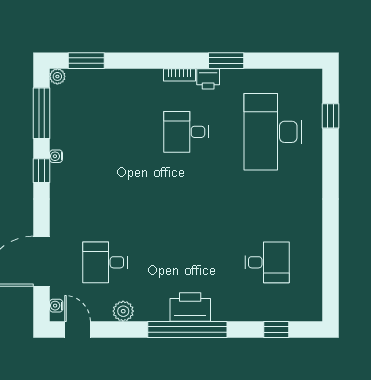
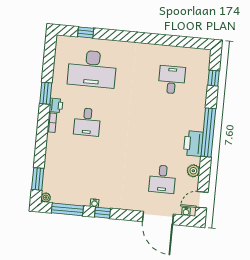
printer: (190, 307) -> (193, 143), moved

